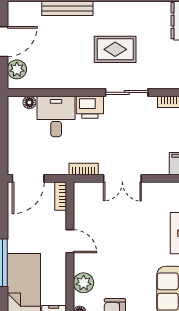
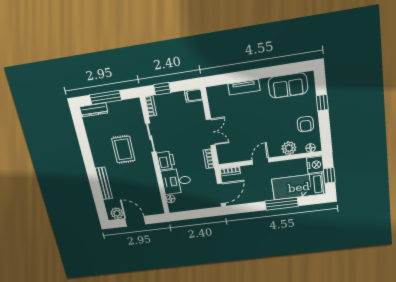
plant: (17, 69) -> (117, 213), moved
door: (28, 178) -> (221, 193), hinge flipped

